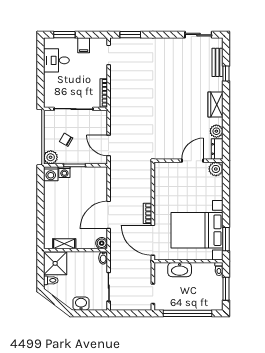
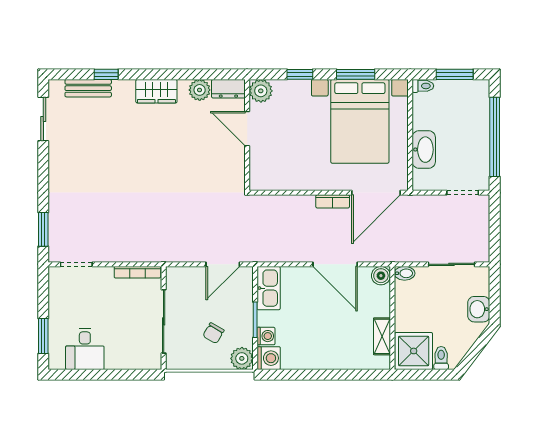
filing cabinet: (84, 45) -> (61, 305), removed
kitchen sink: (94, 174) -> (269, 288), added
window: (226, 193) -> (300, 74), added
window: (226, 239) -> (356, 74), moved

